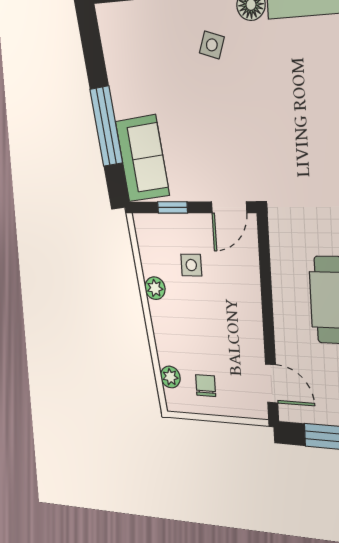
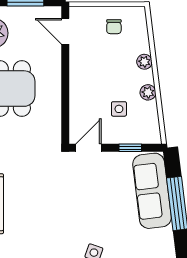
sofa: (142, 158) -> (152, 191), width x1.36
plant: (170, 377) -> (144, 62), moved

